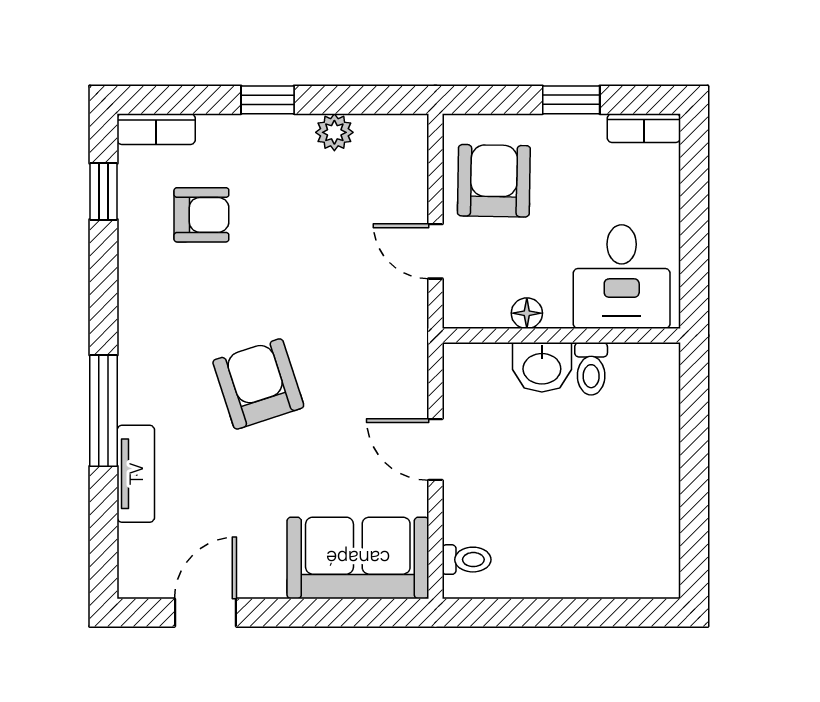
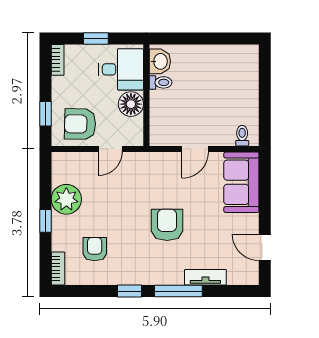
window: (571, 100) -> (45, 114), moved
plant: (334, 132) -> (66, 199), width x1.87, depth x1.87
window: (104, 191) -> (129, 291), moved
window: (694, 218) -> (96, 38), added
floor lamp: (527, 313) -> (131, 104), width x1.89, depth x1.89
washbasin: (542, 367) -> (160, 61), moved
armchair: (258, 384) -> (167, 225), turned 108

